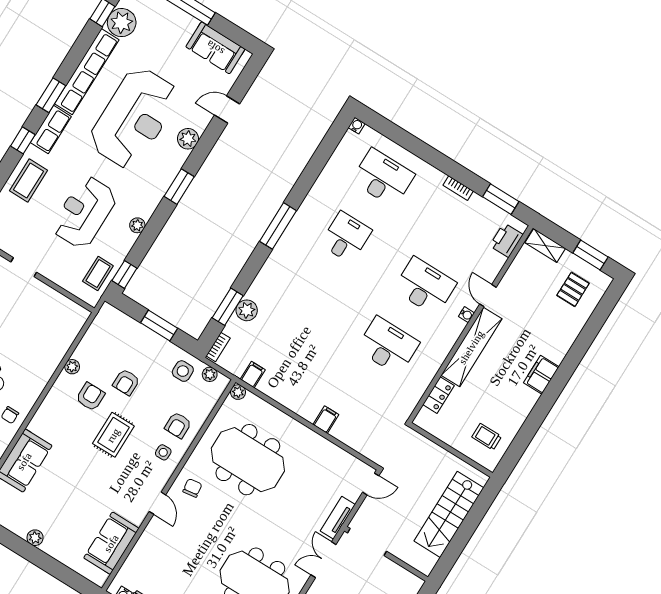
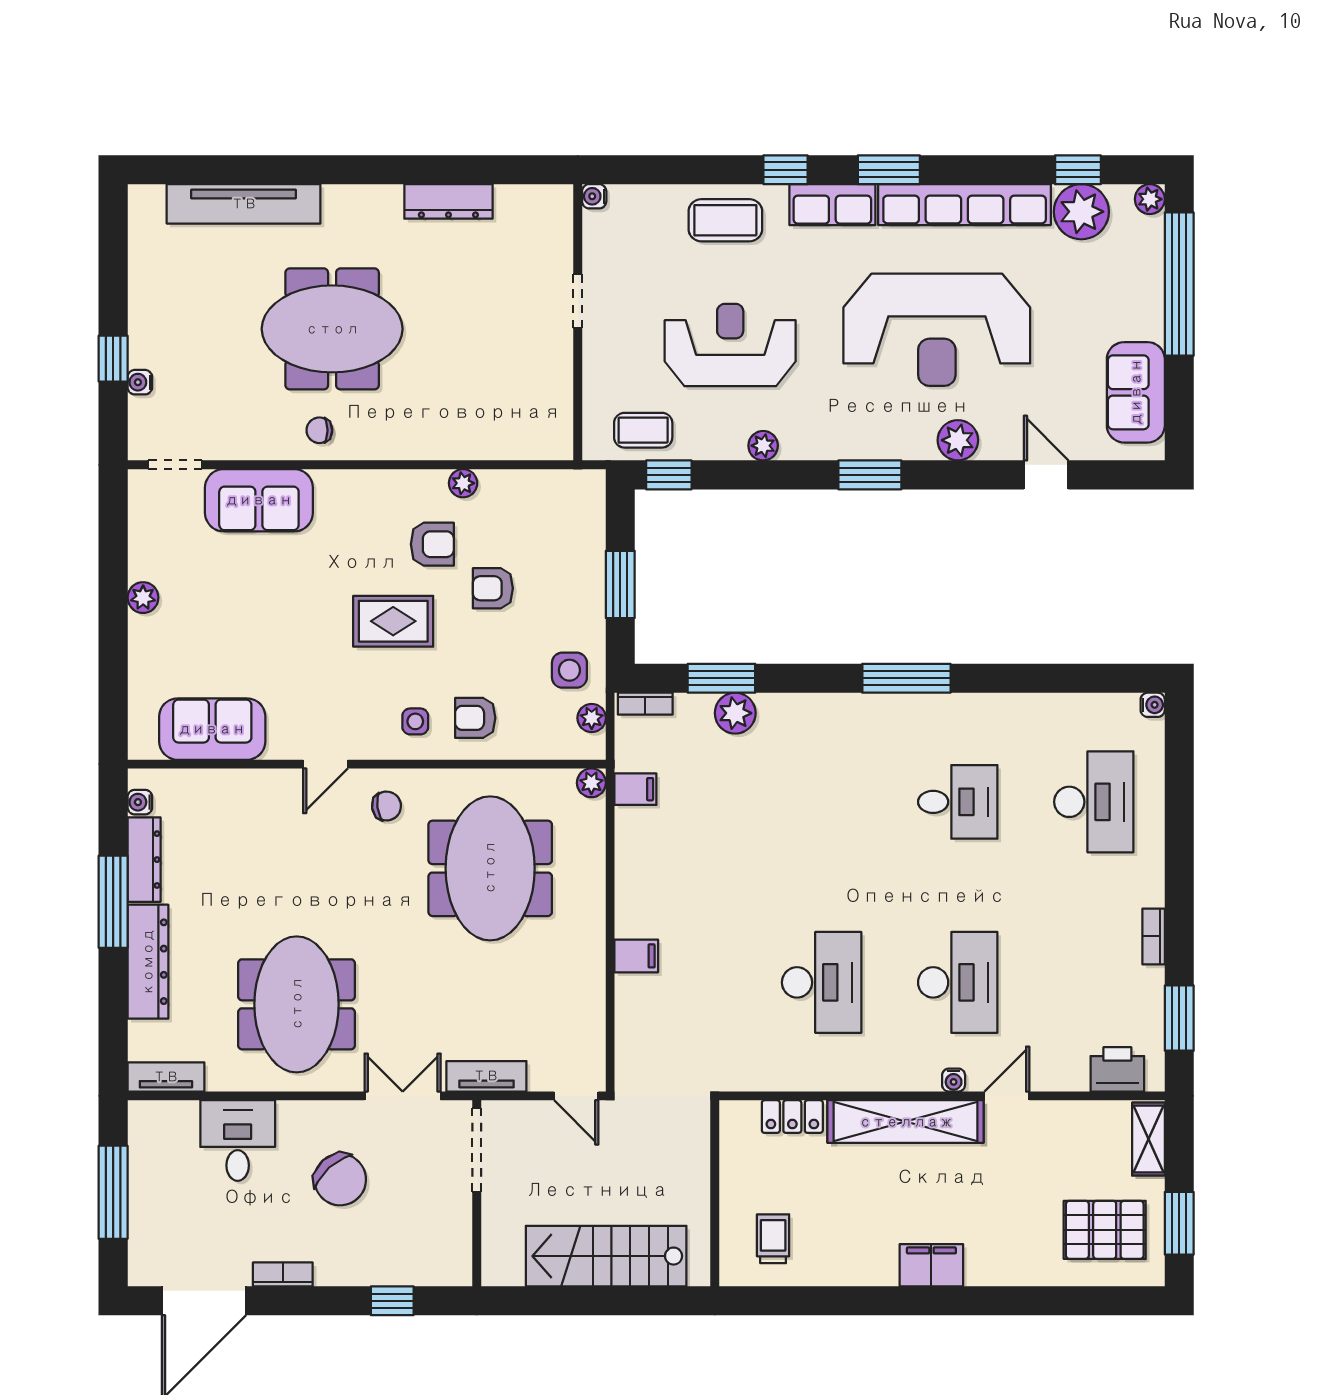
pallet: (573, 289) -> (1105, 1230), width x1.50, depth x1.42

